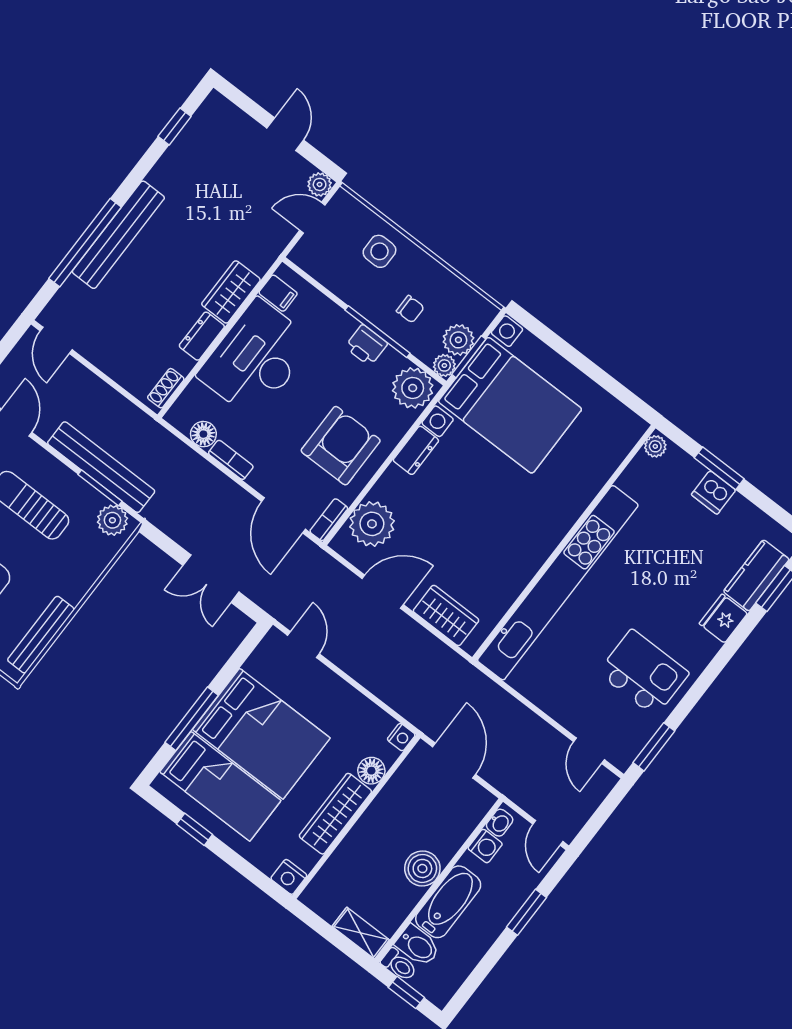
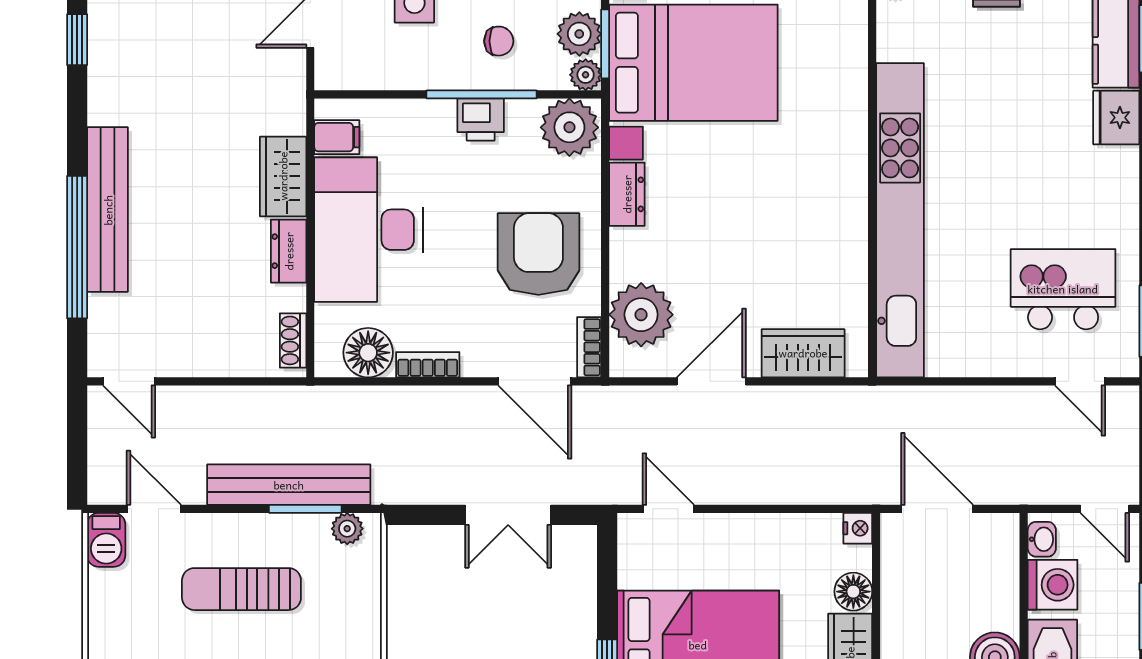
floor lamp: (203, 434) -> (368, 353), width x1.38, depth x1.38
plant: (112, 520) -> (347, 529), width x0.73, depth x0.73
kitchen island: (643, 673) -> (1063, 289), moved
washing machine: (485, 846) -> (1053, 585), width x1.38, depth x1.38

